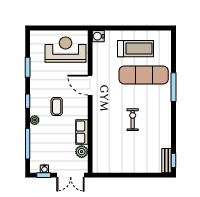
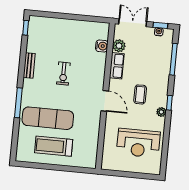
water cooler: (98, 36) -> (102, 46), moved
reception desk: (66, 50) -> (138, 143), moved
window: (28, 67) -> (166, 138), removed
door: (90, 85) -> (105, 101), moved
plant: (35, 120) -> (161, 112), moved
bench: (167, 161) -> (29, 65), moved

